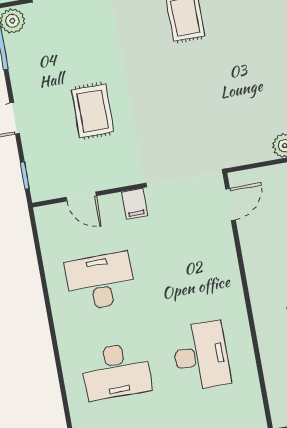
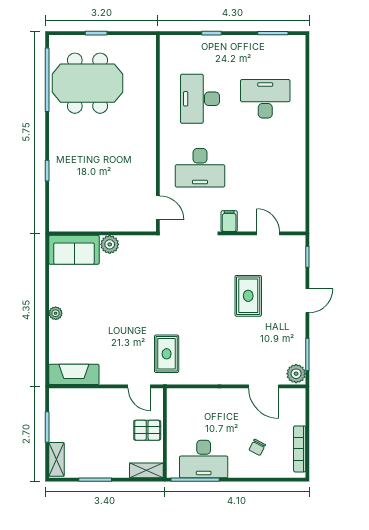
door: (230, 204) -> (158, 208), swing flipped
desk: (100, 281) -> (200, 168), moved

